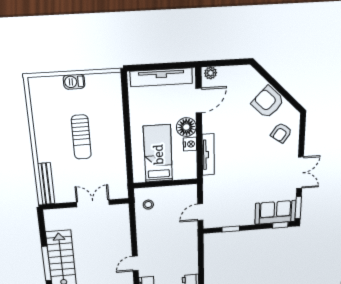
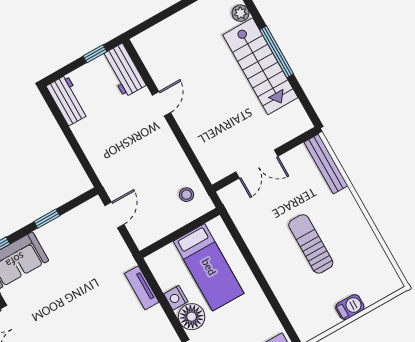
tv unit: (208, 155) -> (142, 288), width x0.71
window: (231, 229) -> (47, 219), moved

